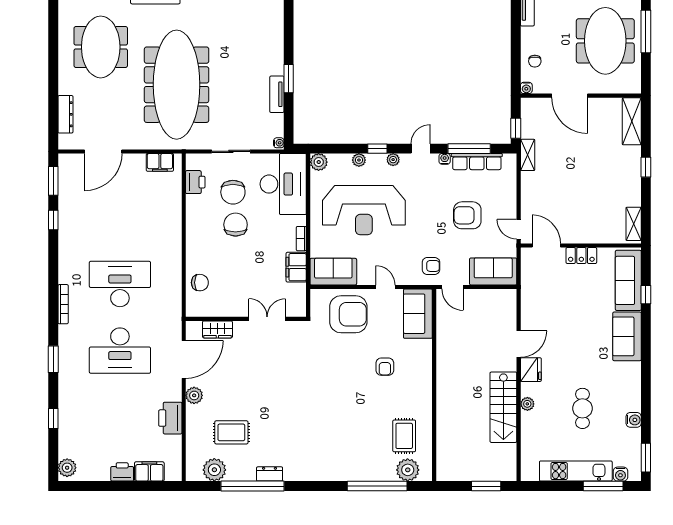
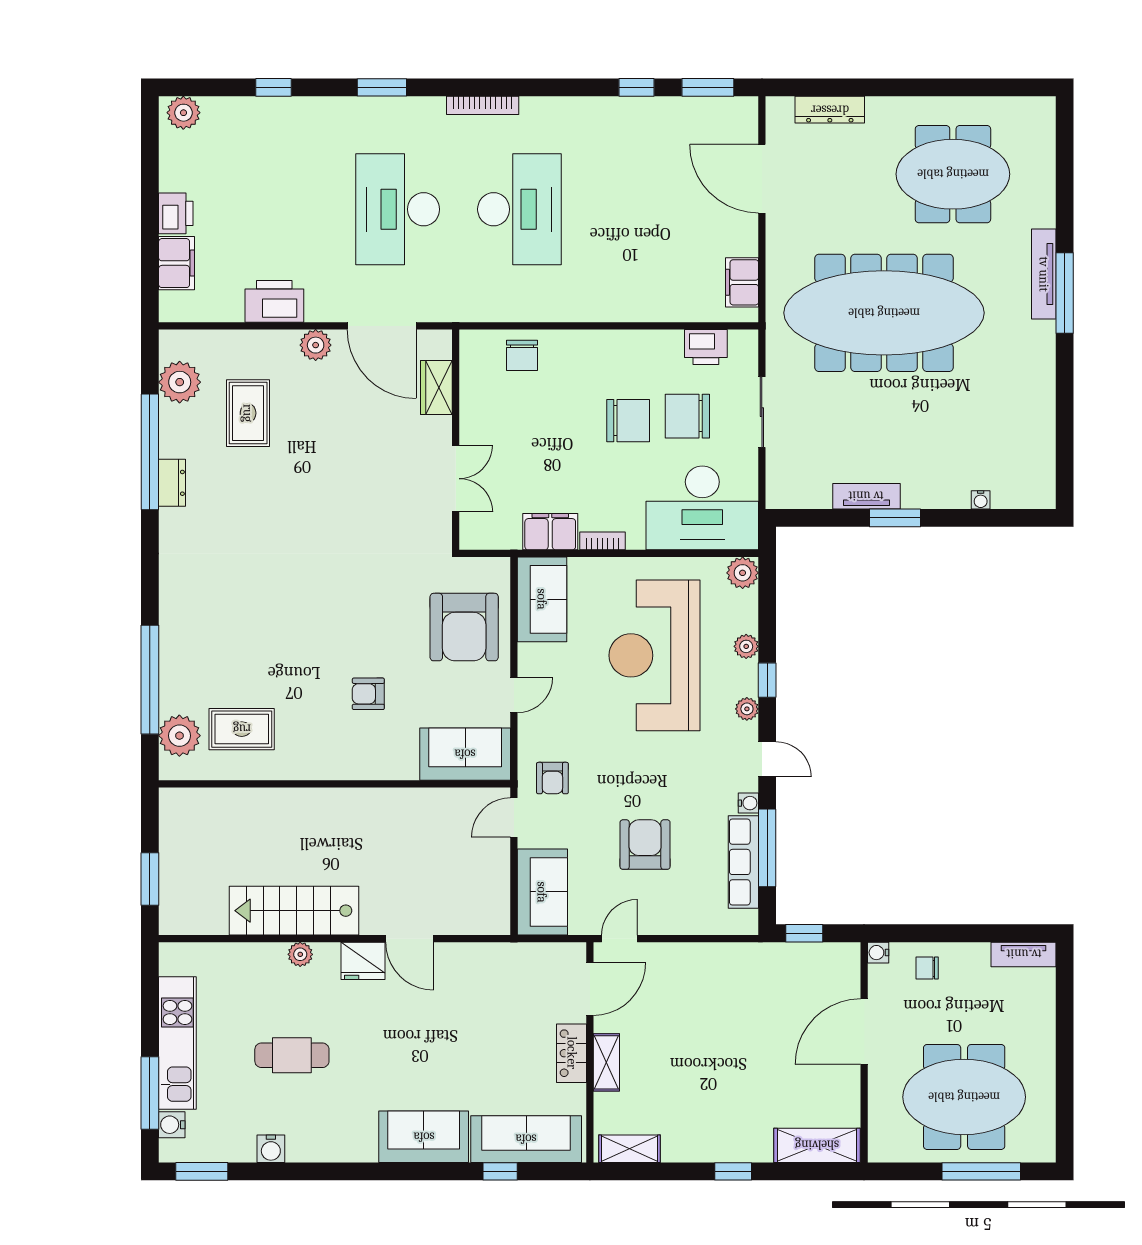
water cooler: (279, 143) -> (981, 500), moved
shelving: (528, 155) -> (606, 1062), moved, turned 90

